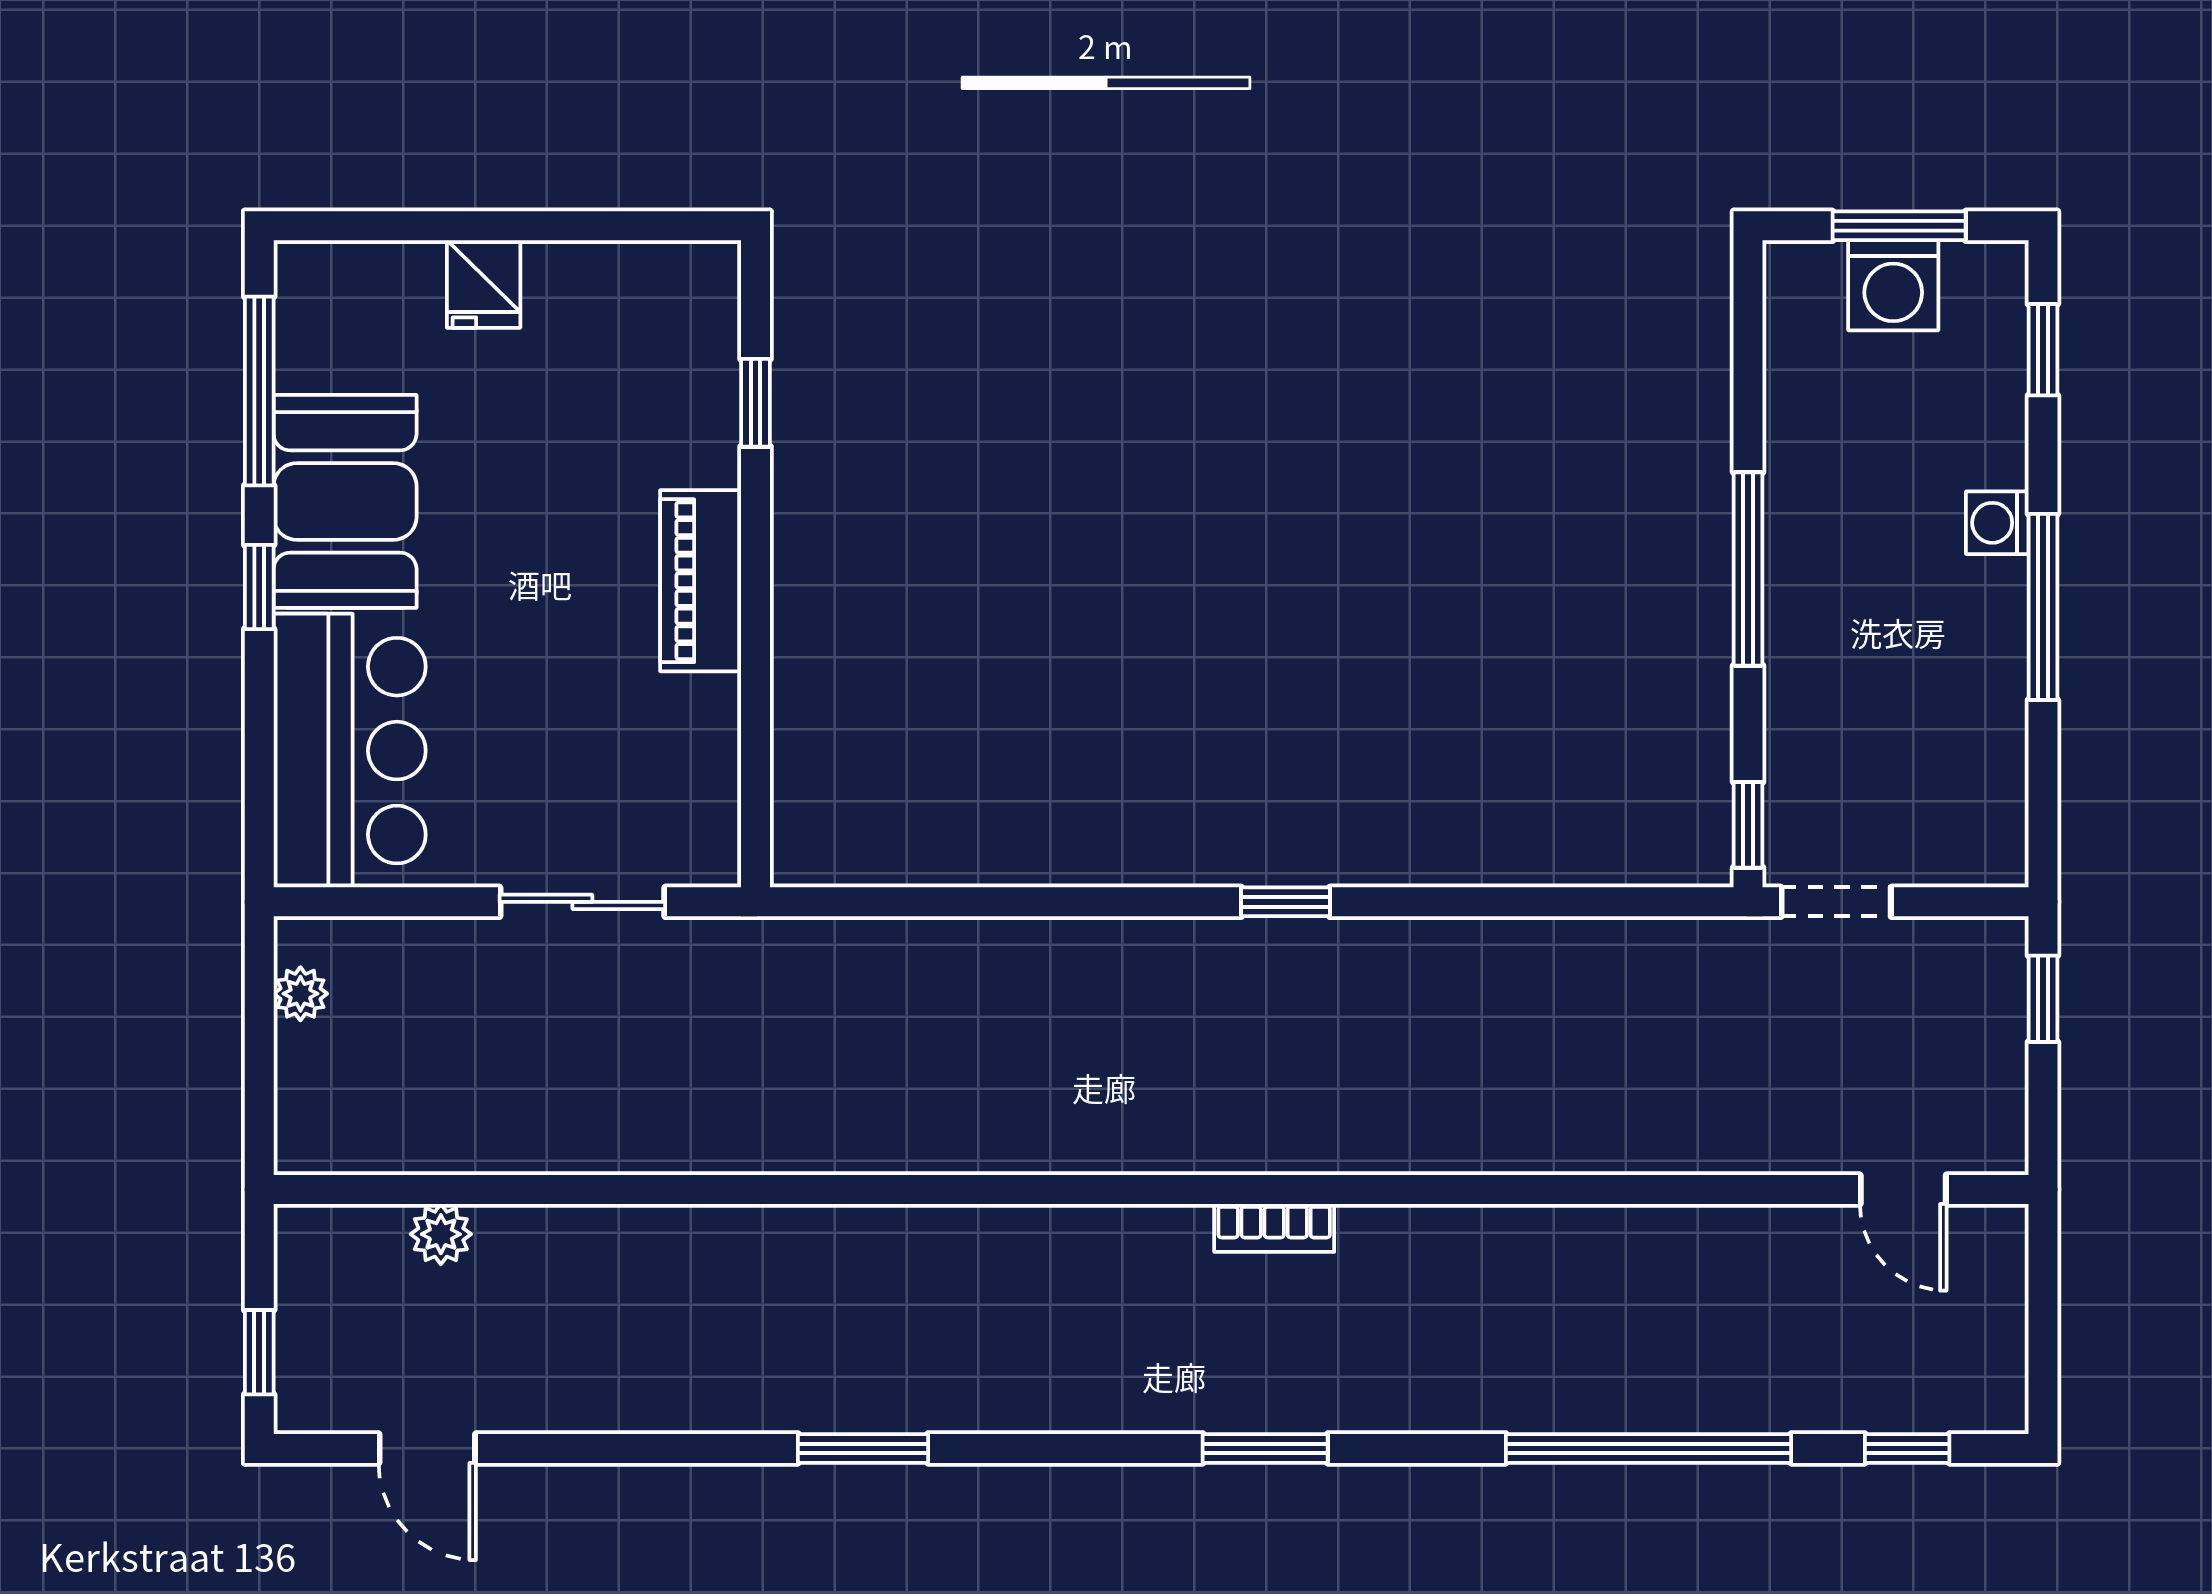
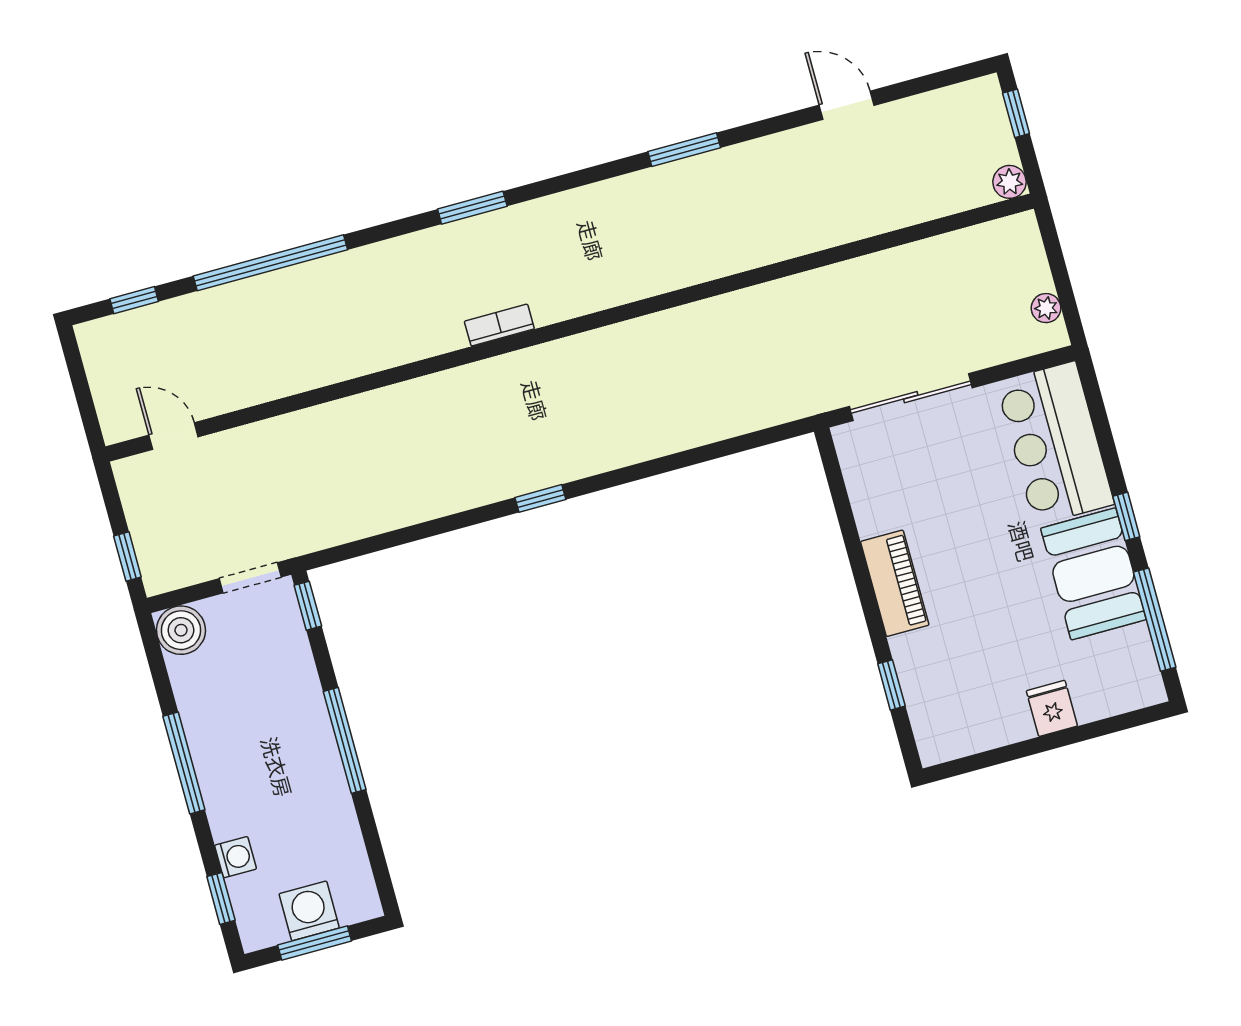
washing machine: (1997, 523) -> (236, 857), moved
boiler: (1984, 843) -> (181, 630), added
sliding door: (582, 902) -> (911, 397), width x1.37
plant: (441, 1234) -> (1010, 182), moved
door: (427, 1448) -> (847, 105), moved

